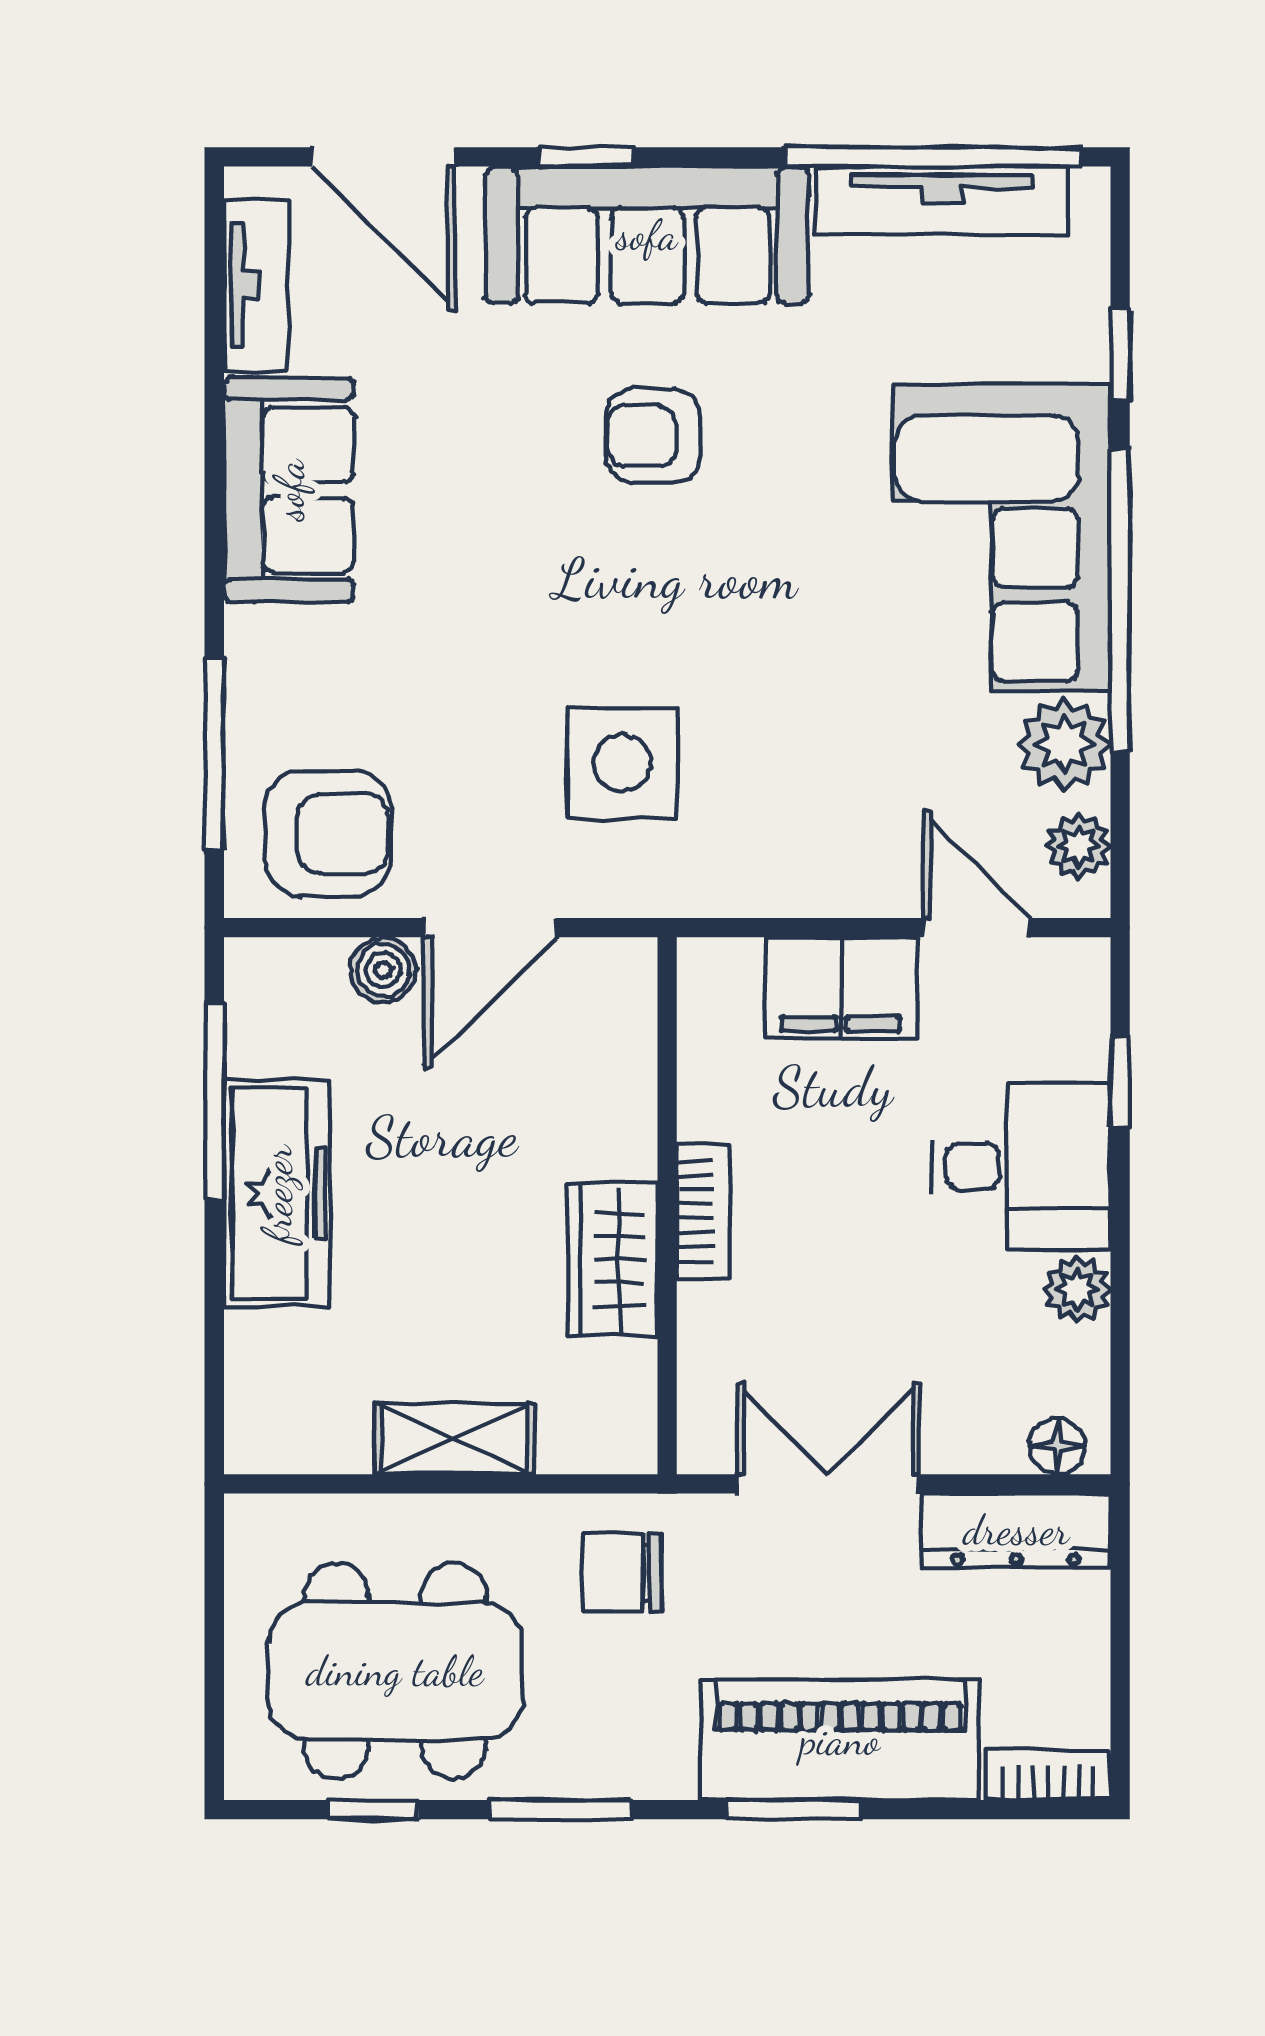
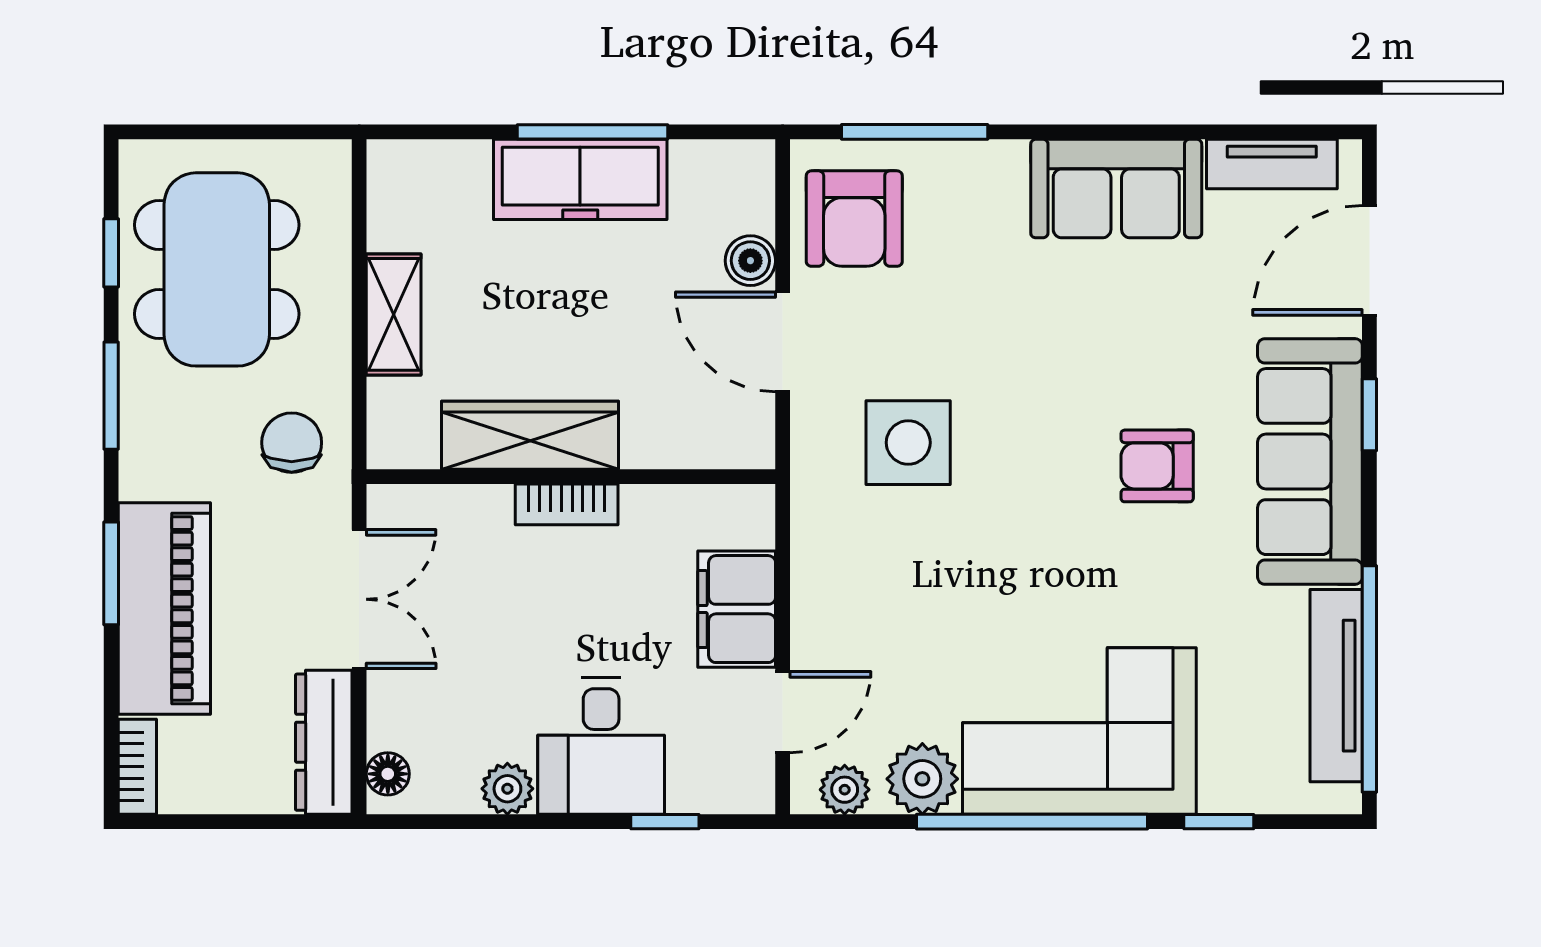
armchair: (653, 436) -> (1157, 466), turned -90
window: (214, 1101) -> (592, 132), moved
wardrobe: (613, 1260) -> (530, 435), width x1.50

